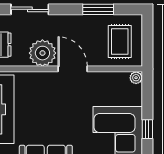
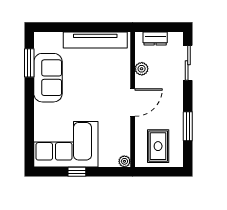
rug: (120, 42) -> (158, 146), turned 90
plant: (42, 53) -> (142, 69), width x0.53, depth x0.53

